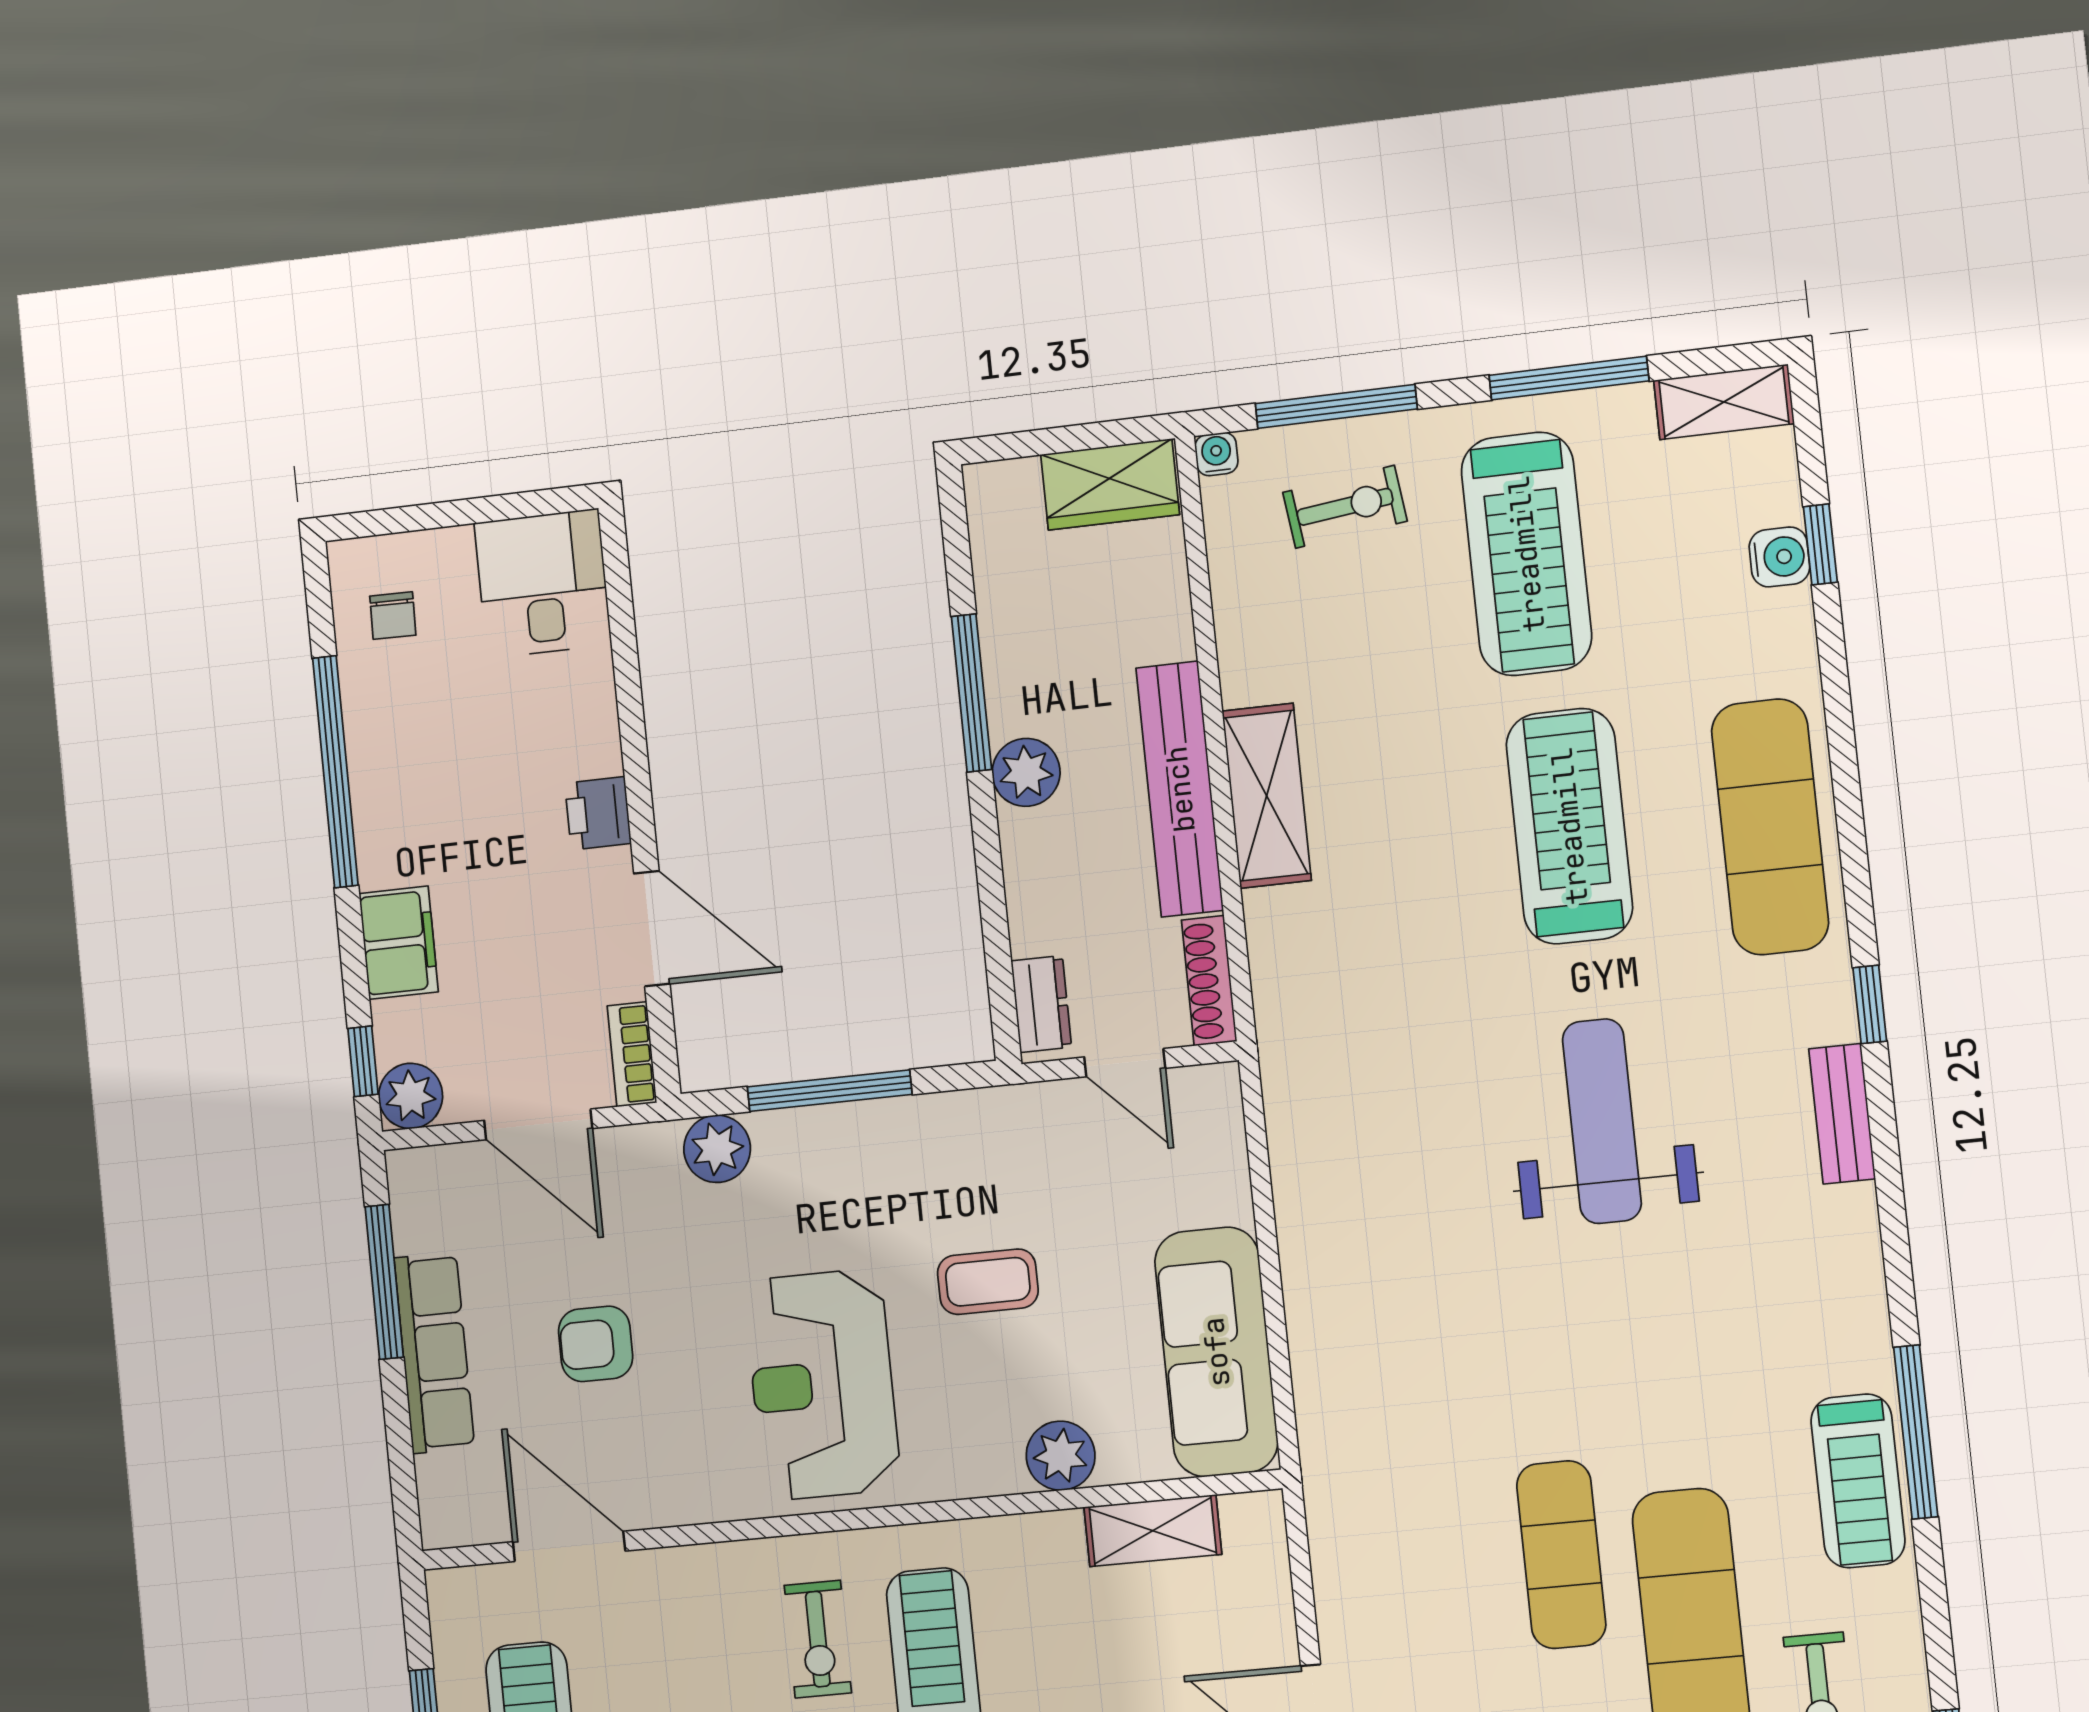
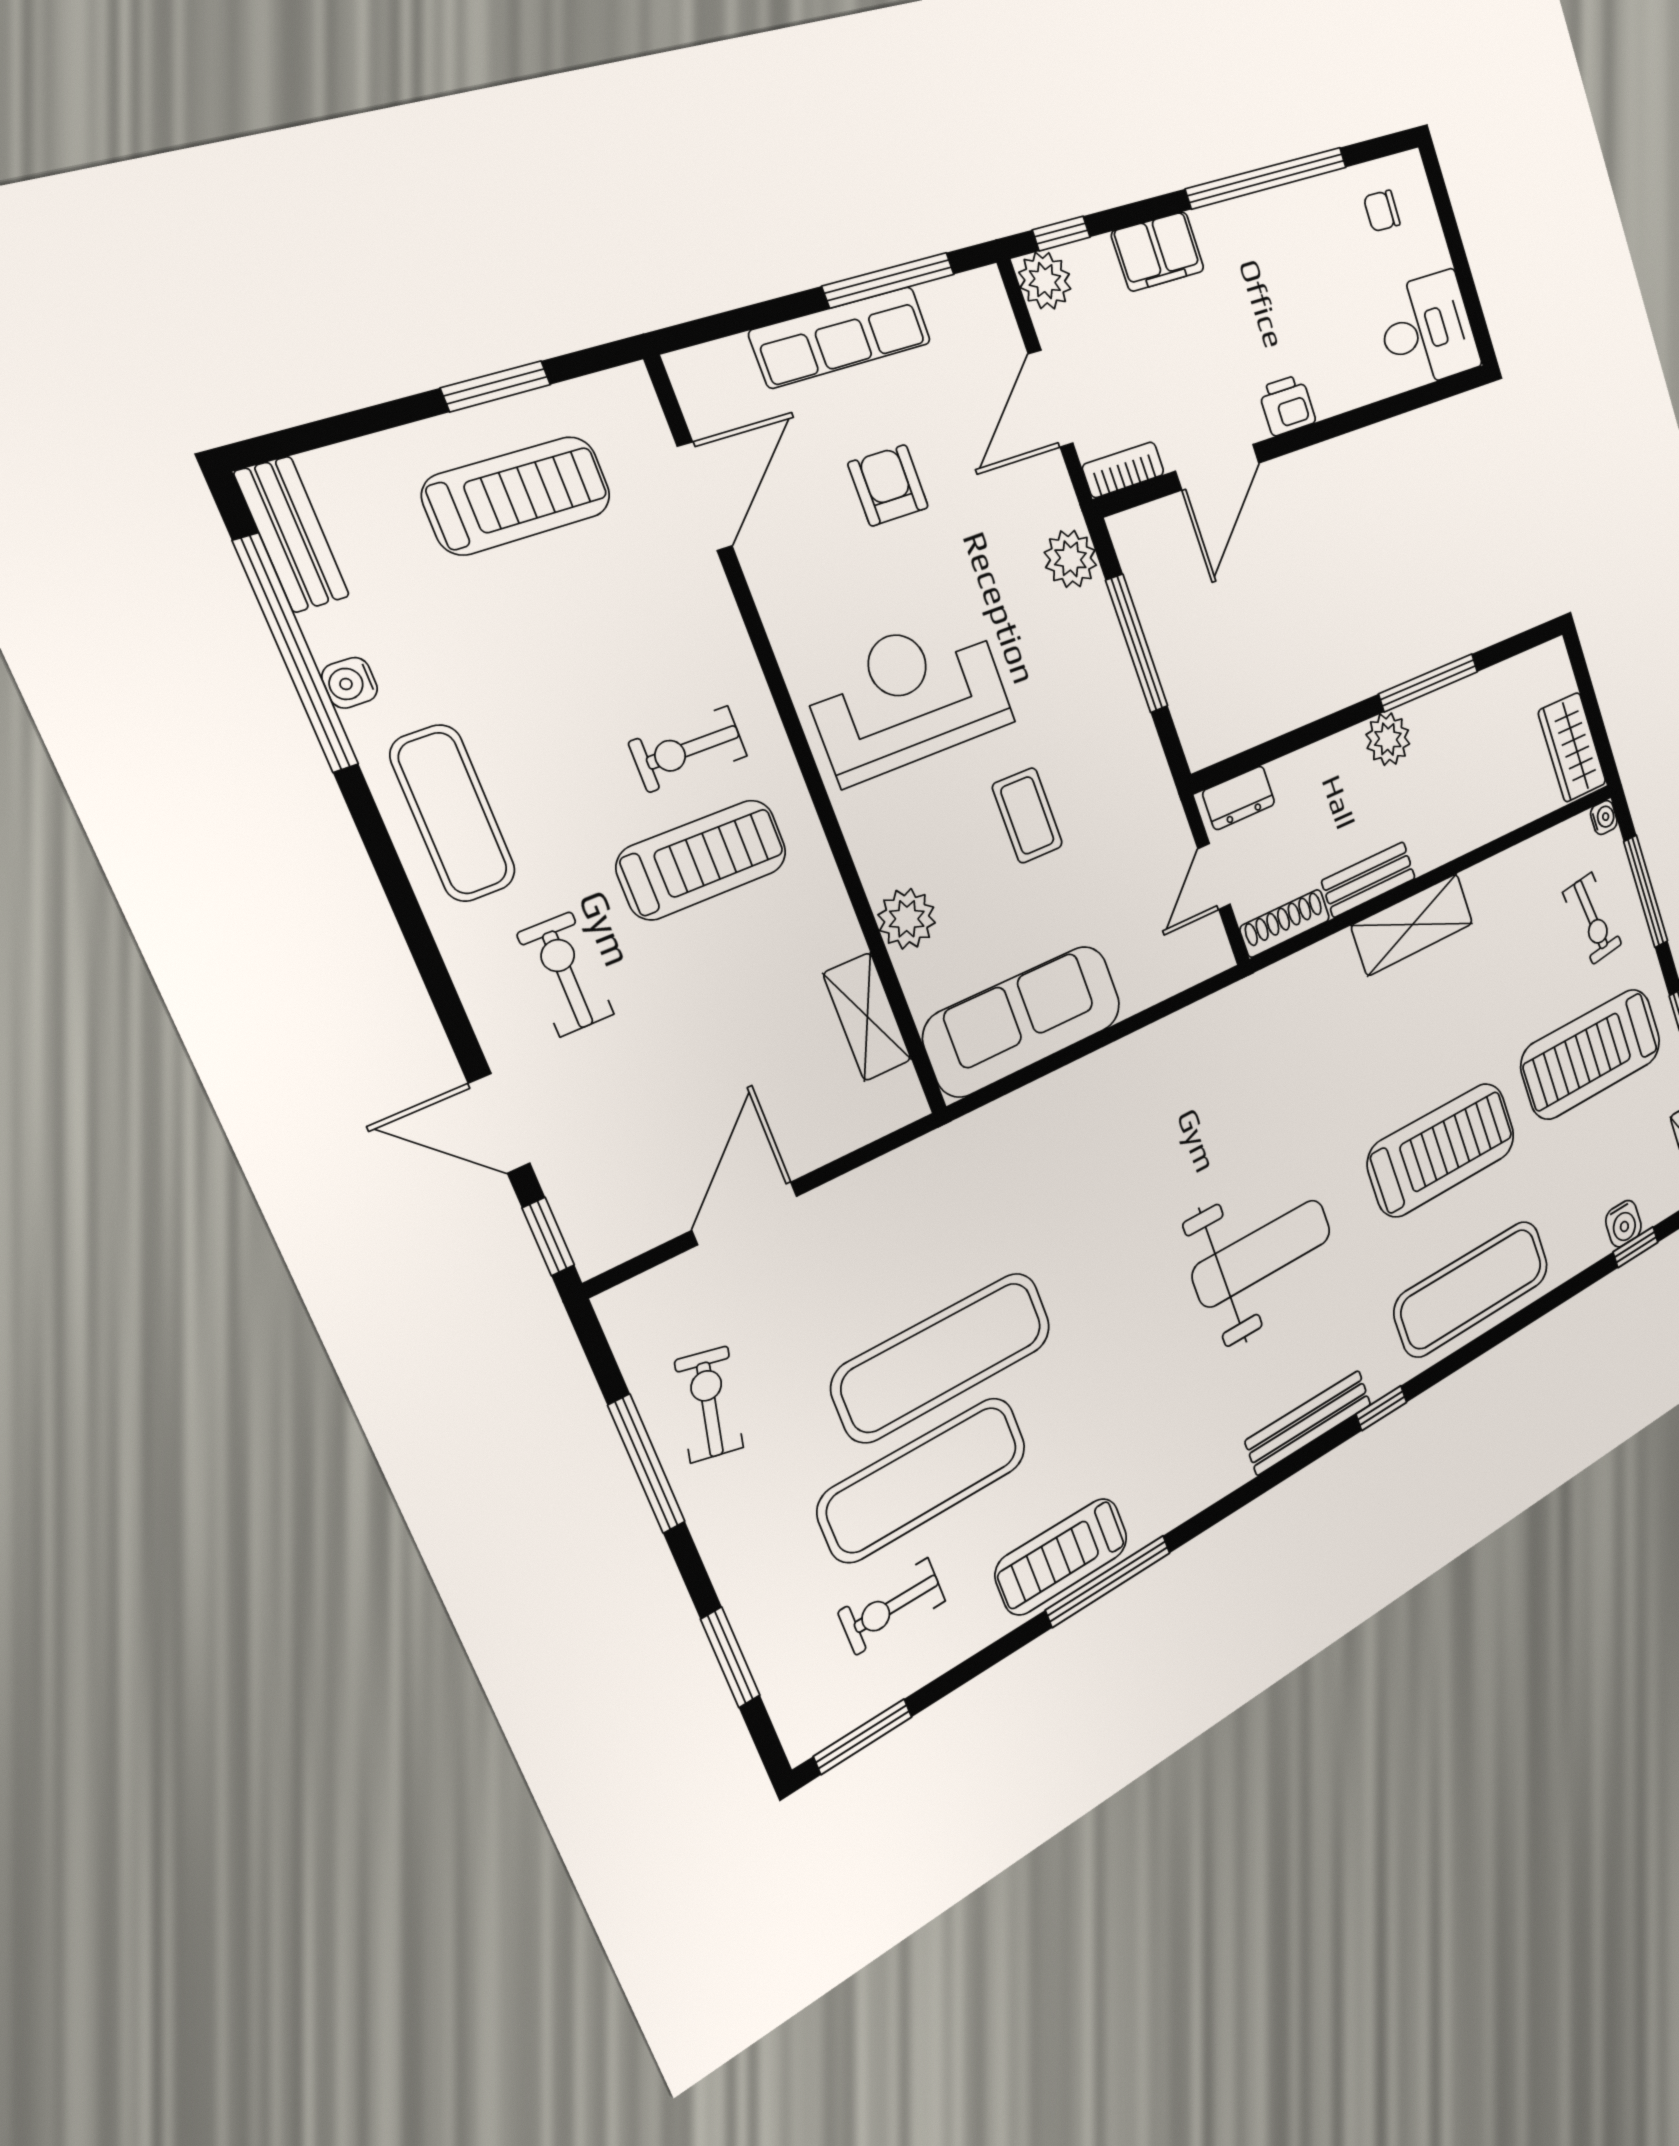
bench: (1180, 789) -> (1369, 879), width x0.54, depth x0.82
bench: (1842, 1114) -> (1309, 1422), width x1.36
exercise mat: (1561, 1555) -> (943, 1357), width x1.36, depth x1.45

